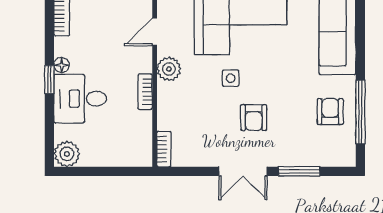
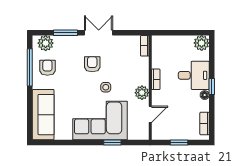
armchair: (330, 112) -> (47, 68), turned 180
plant: (333, 153) -> (46, 43), added

